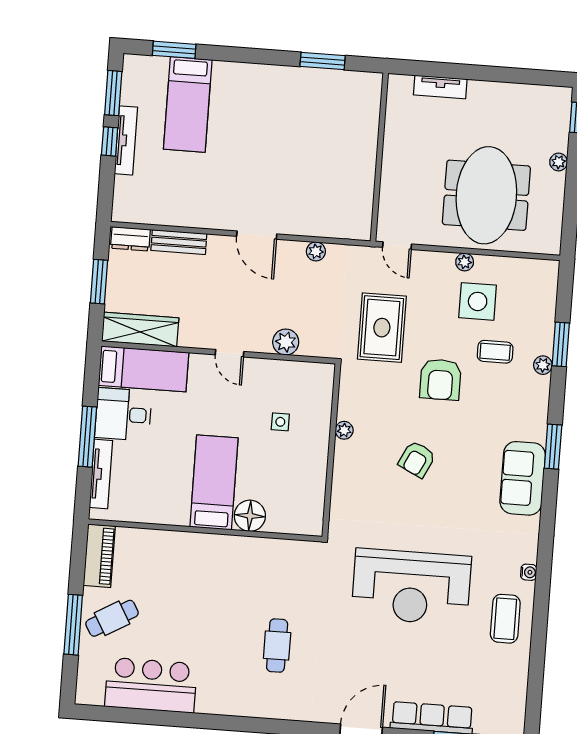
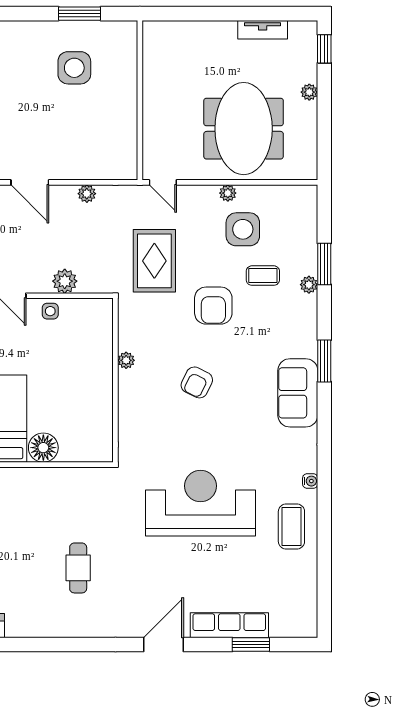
tv unit: (440, 87) -> (263, 30), moved
side table: (313, 118) -> (74, 68), added
side table: (280, 422) -> (50, 311), moved
reception desk: (411, 587) -> (201, 503), turned 180

